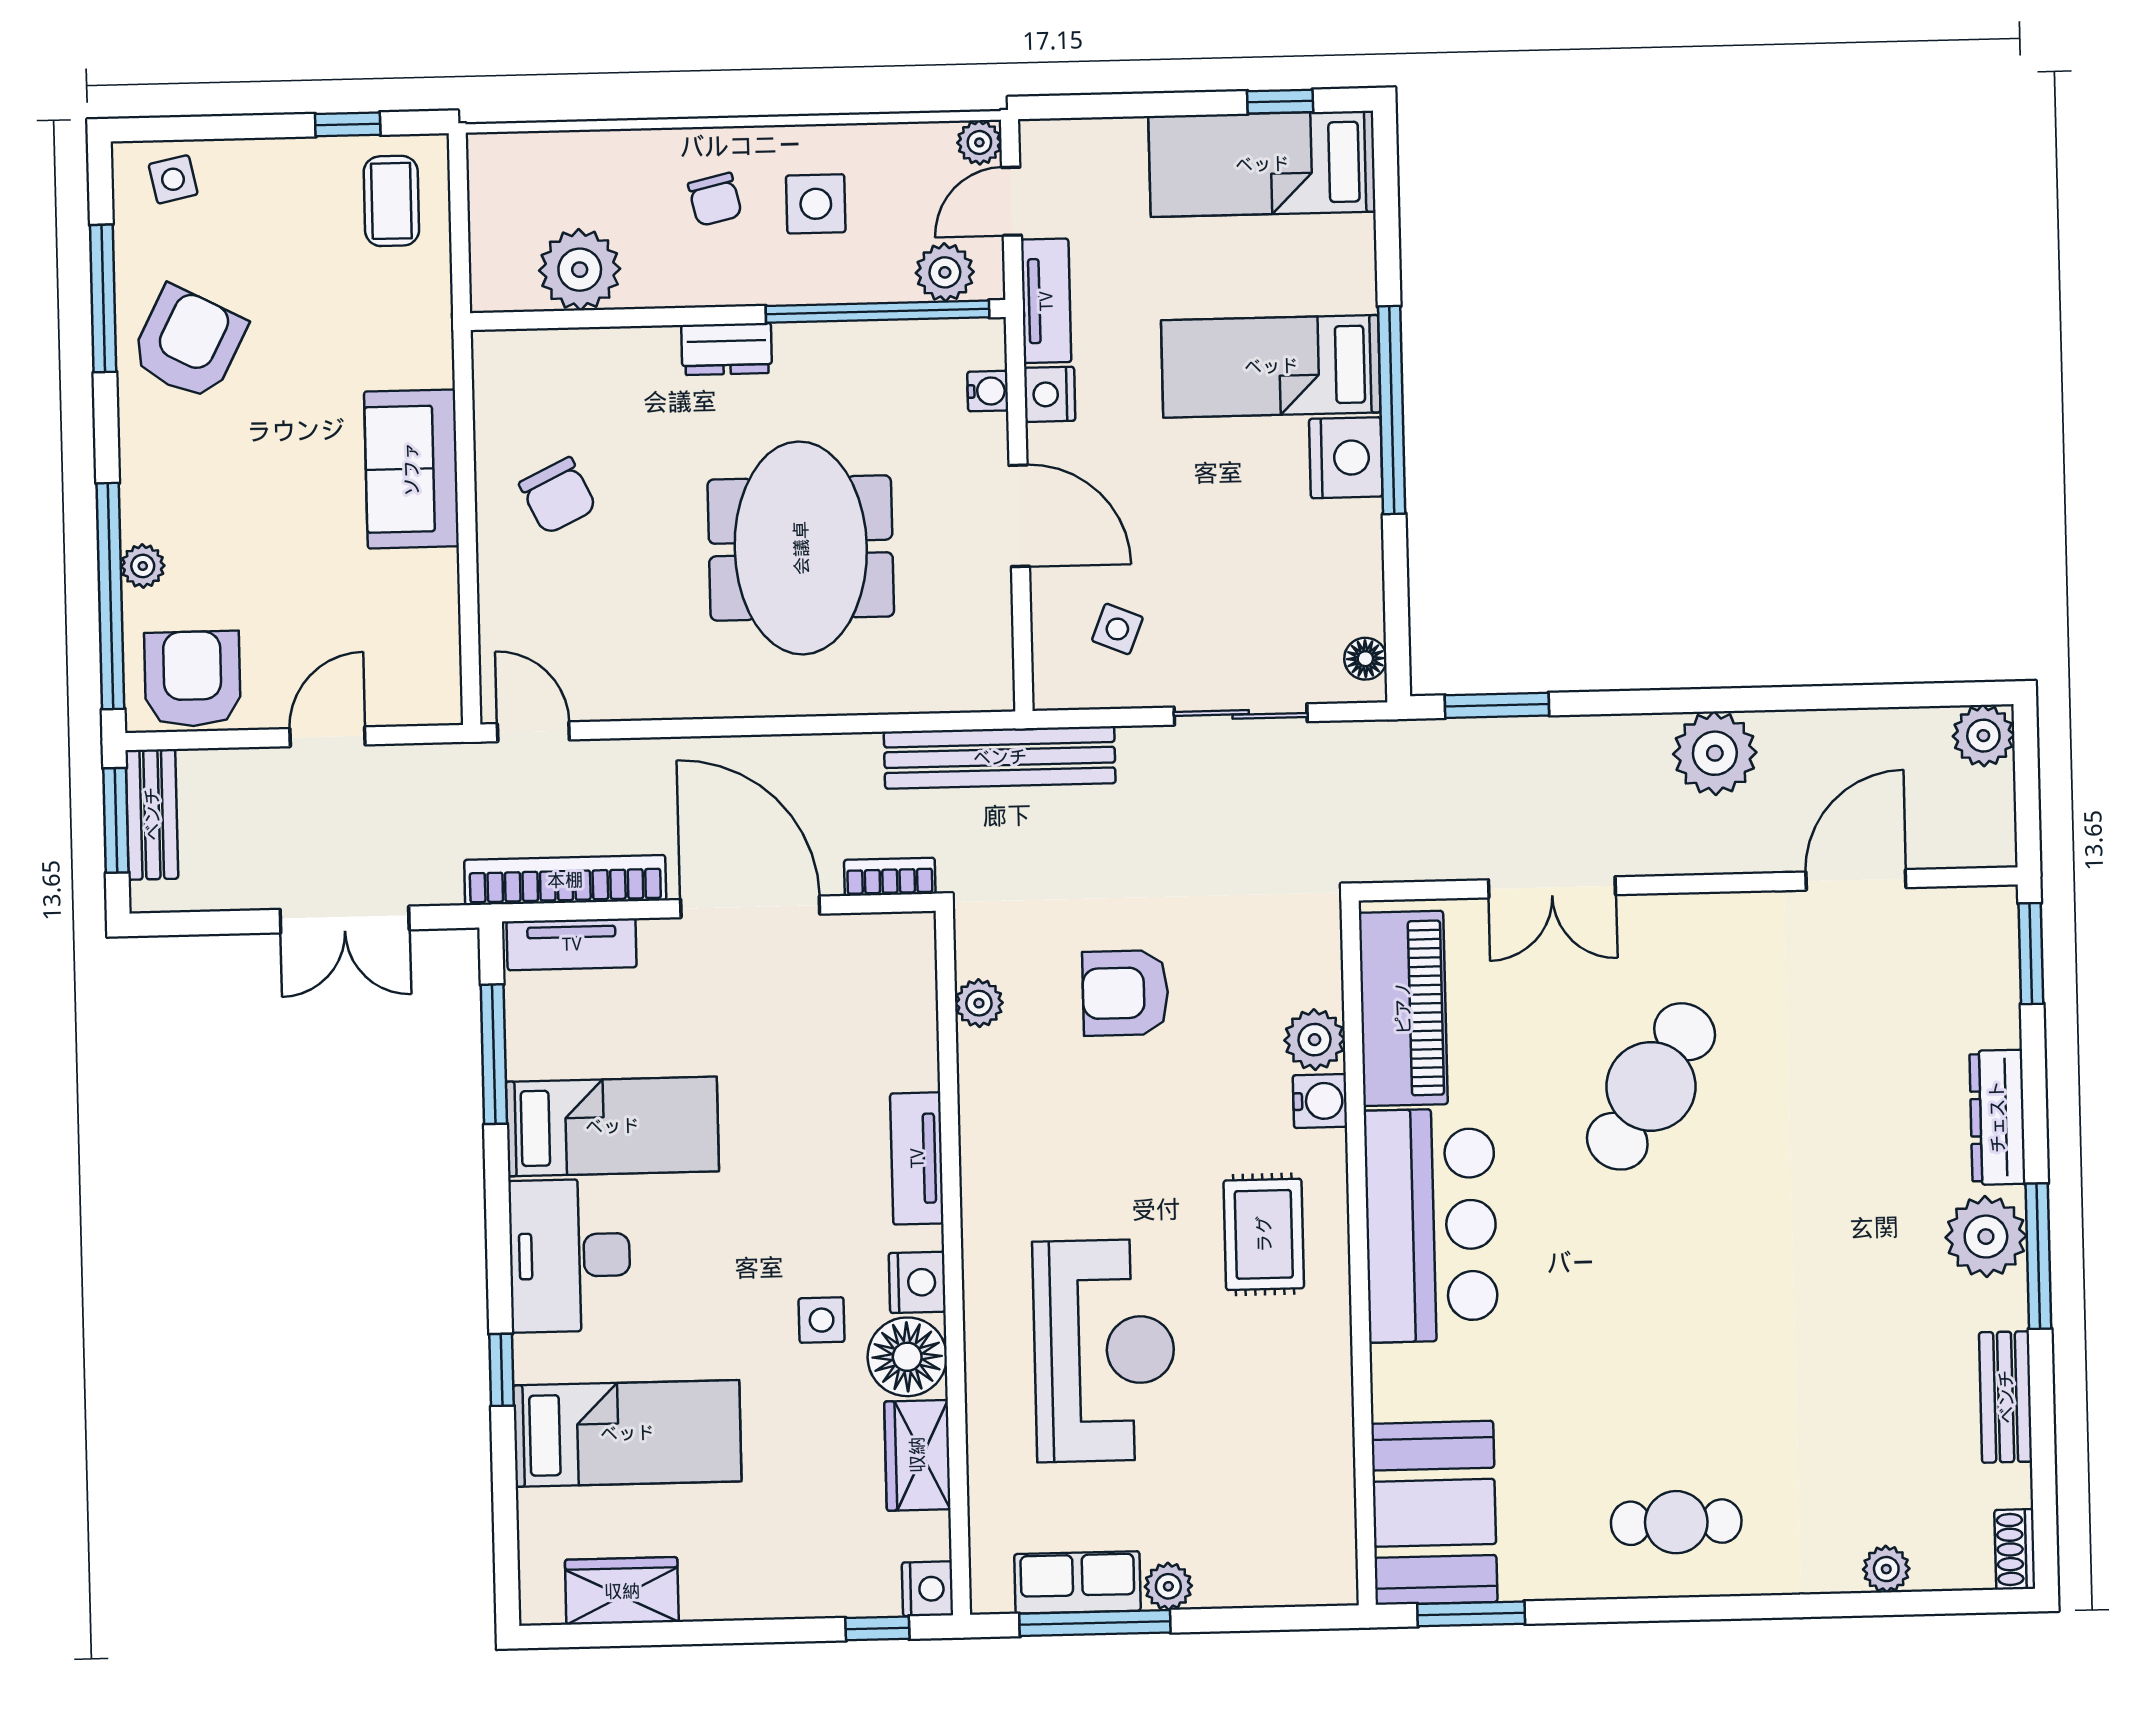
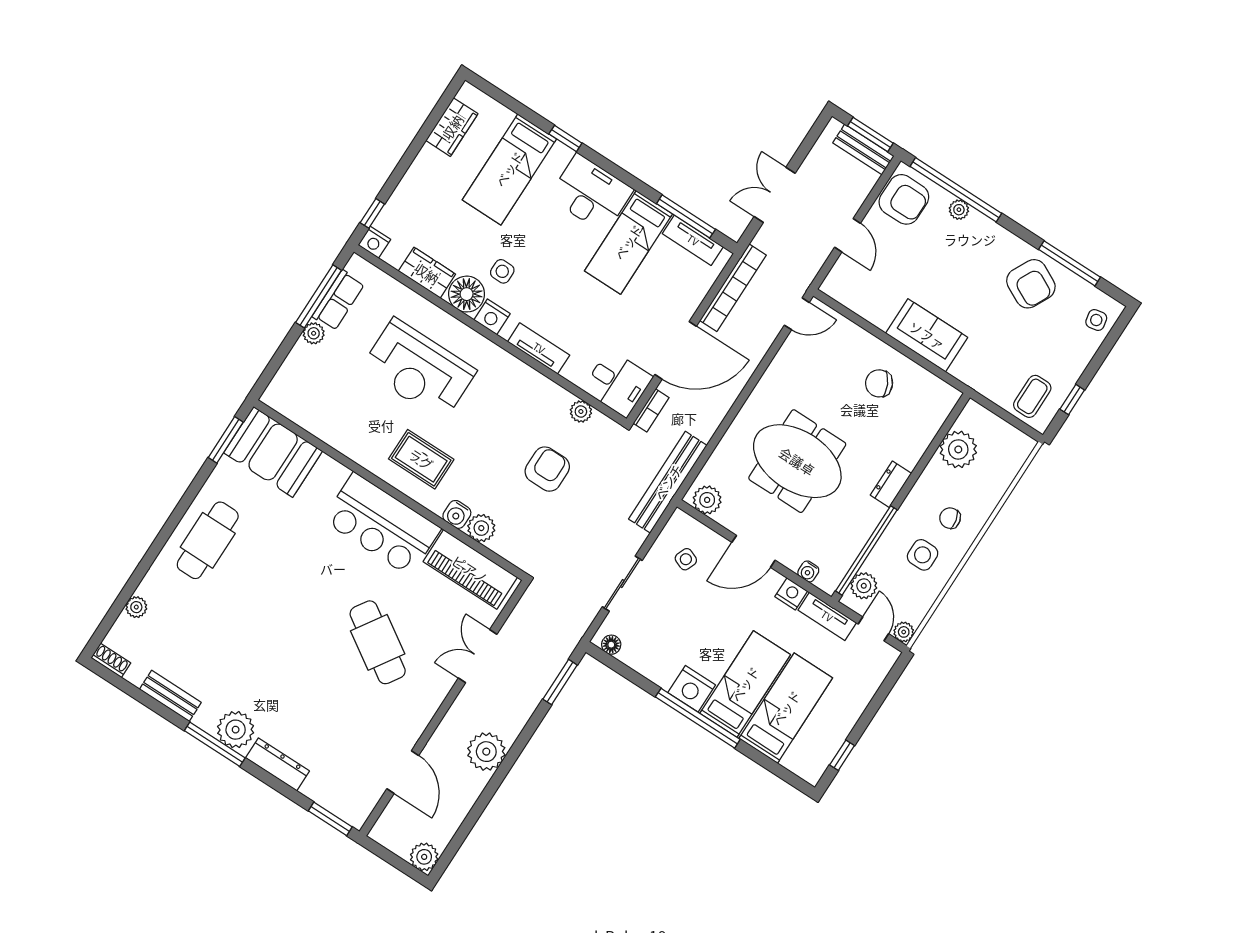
bed: (1262, 164) -> (786, 708), moved
coffee table: (391, 201) -> (1032, 396), turned 90
plant: (983, 664) -> (707, 500), added
tv unit: (572, 944) -> (693, 240), moved, turned -90
desk: (882, 972) -> (618, 383), added
cafe table: (1676, 1522) -> (208, 540), width x1.37, depth x1.35

